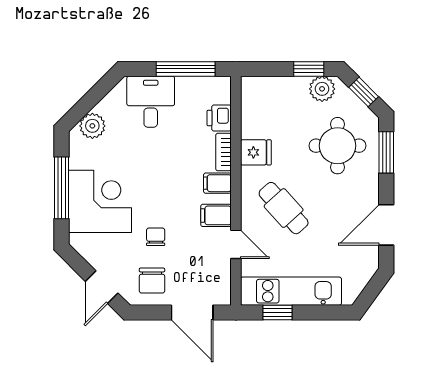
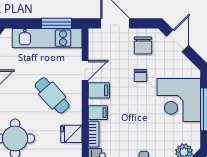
door: (236, 244) -> (85, 70), swing flipped
chair: (152, 281) -> (143, 45), turned 180
window: (277, 313) -> (56, 23), width x1.50

